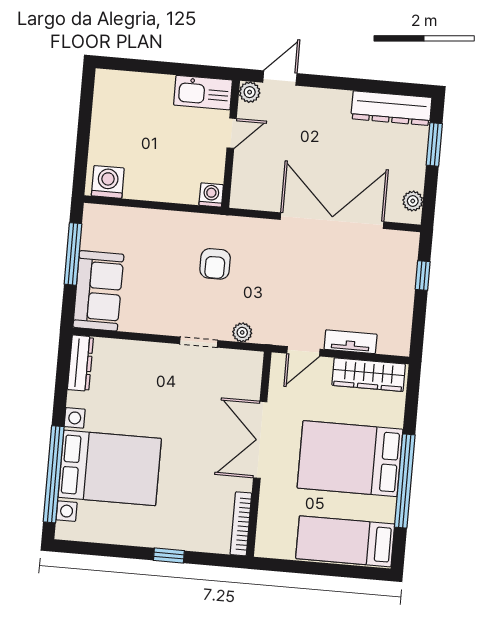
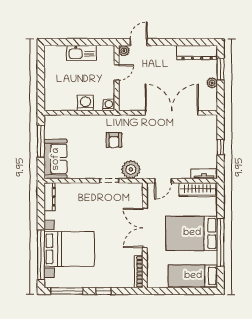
kitchen sink: (203, 93) -> (81, 53), moved
washing machine: (108, 182) -> (85, 103), moved
plant: (413, 201) -> (212, 83), moved
window: (423, 276) -> (221, 147), moved
plant: (242, 332) -> (131, 169), width x1.88, depth x1.88
tv unit: (351, 342) -> (204, 174), moved
window: (98, 549) -> (67, 291), added

